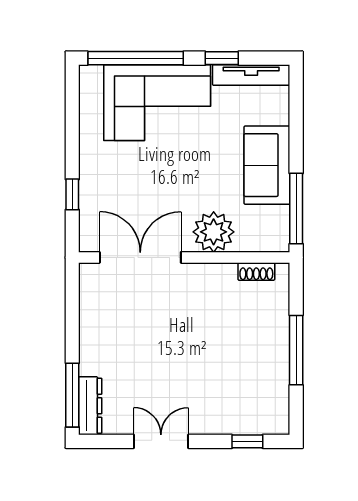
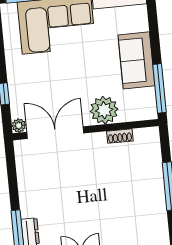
plant: (89, 242) -> (19, 126), added
shoe rack: (256, 271) -> (120, 136), moved

